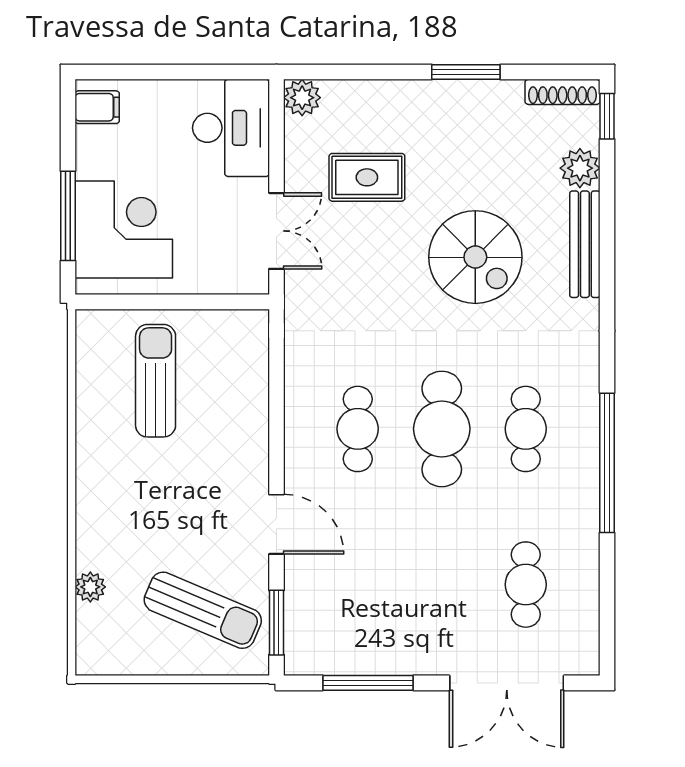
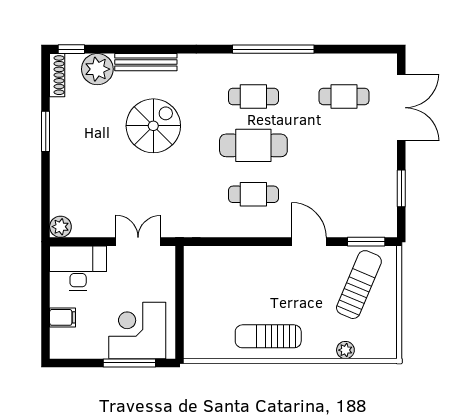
filing cabinet: (97, 107) -> (63, 317), moved, turned 90
plant: (580, 168) -> (97, 69), width x1.36, depth x1.36
rug: (367, 177) -> (107, 189), removed
sun lounger: (156, 381) -> (268, 336), moved
door: (276, 524) -> (309, 242), hinge flipped
window: (368, 683) -> (401, 188), width x0.69

